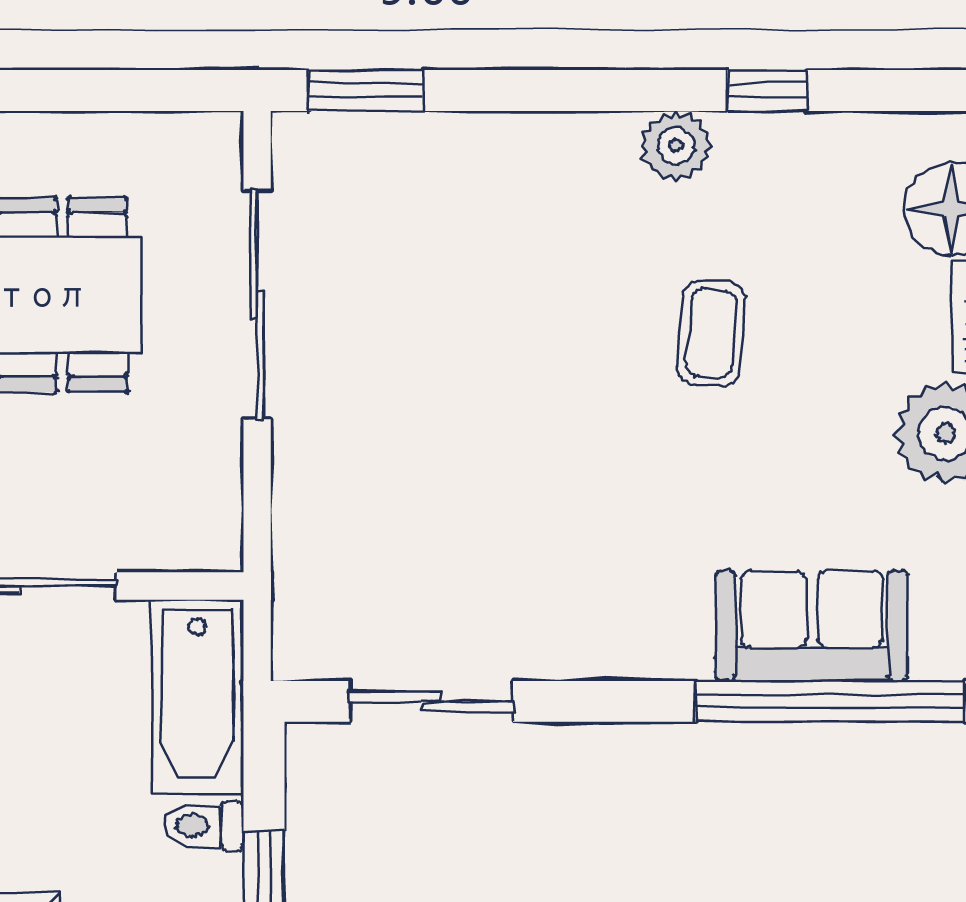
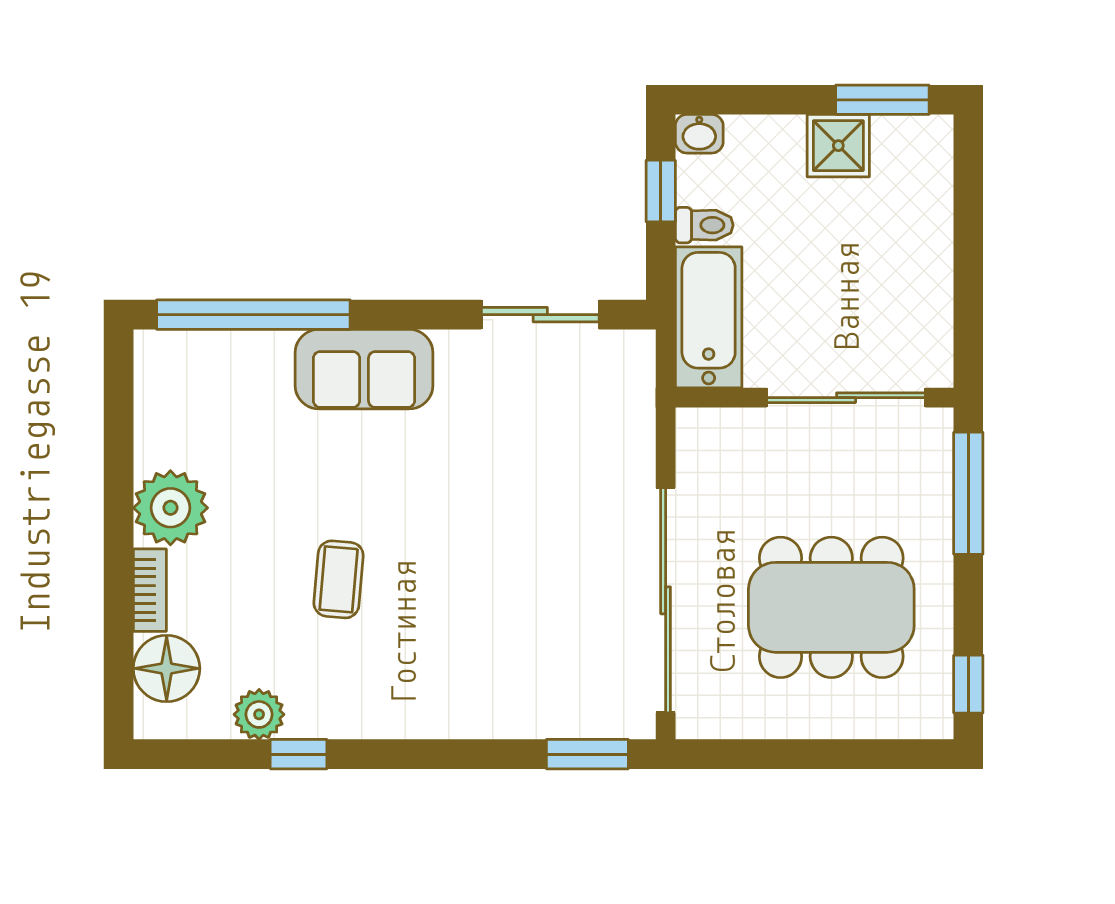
plant: (676, 146) -> (259, 714), moved
sliding door: (257, 304) -> (666, 600), width x1.36
sofa: (812, 626) -> (364, 369), moved

